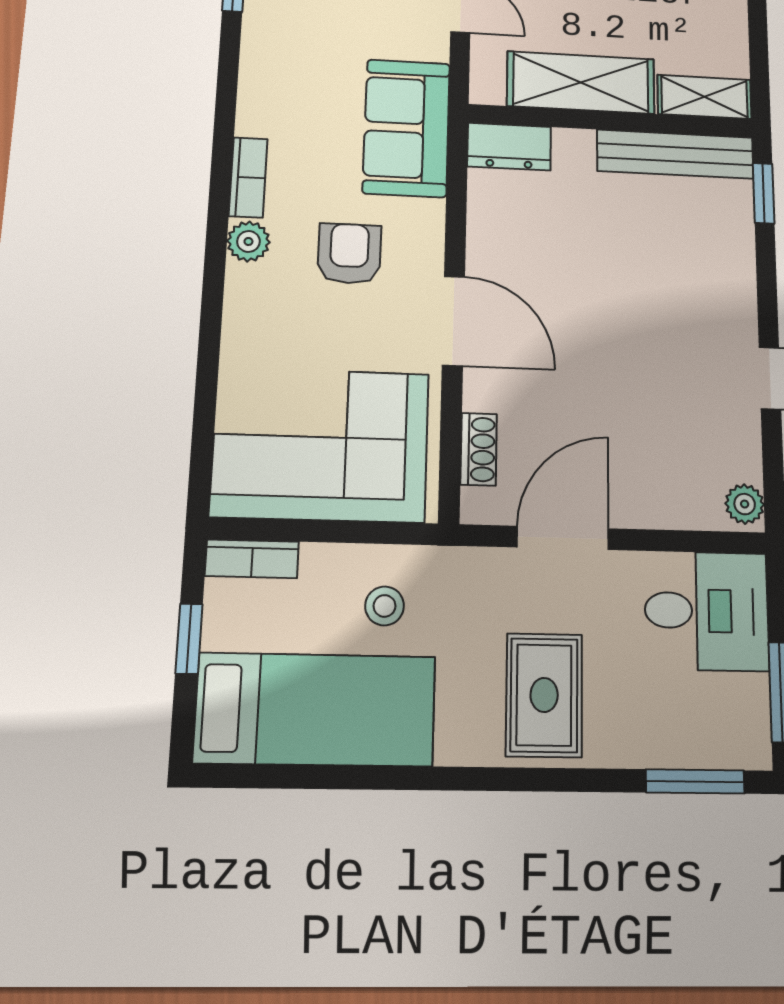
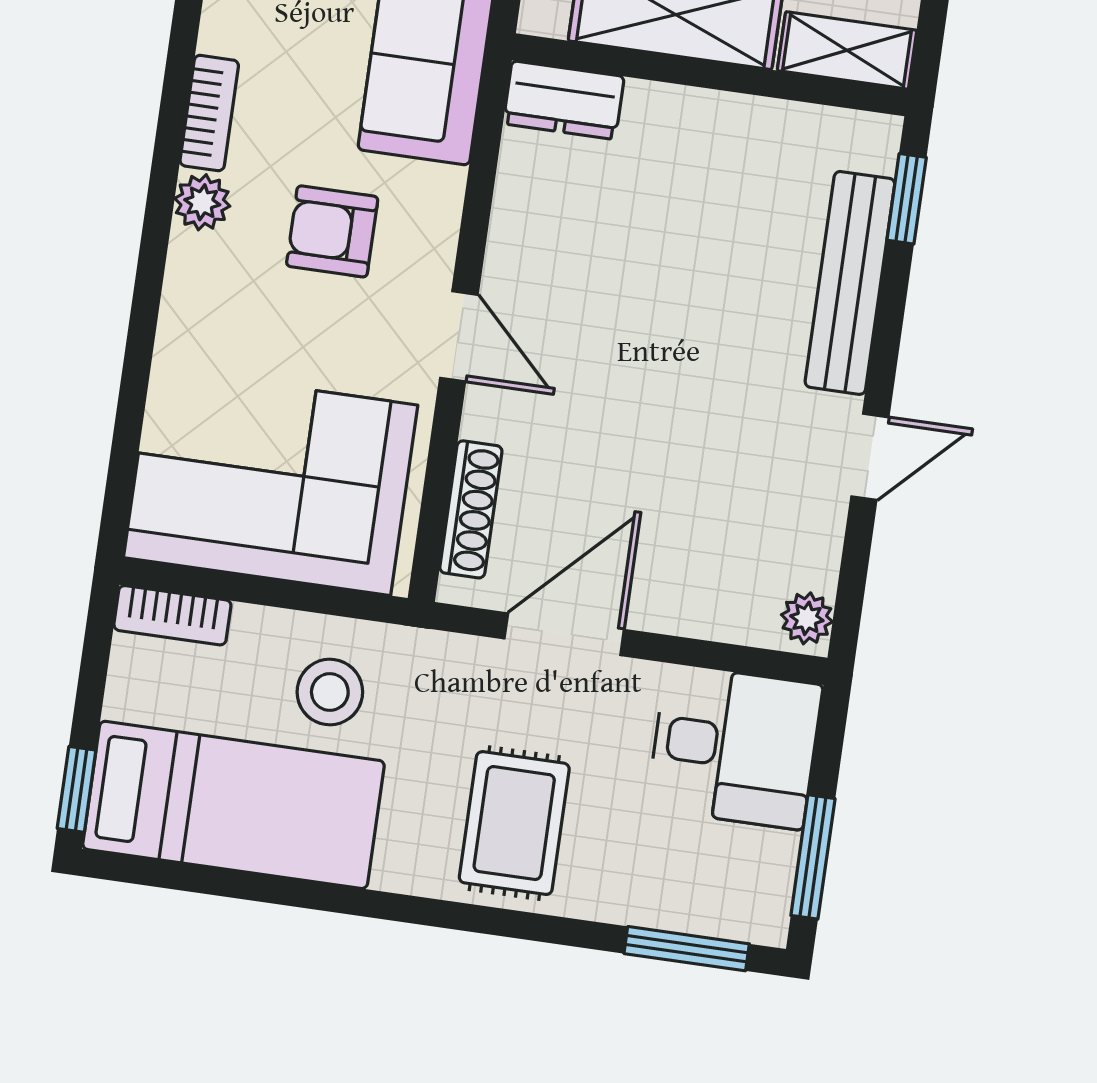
bench: (675, 154) -> (850, 283), moved, turned 90
armchair: (349, 254) -> (332, 231), turned -90
door: (453, 321) -> (459, 336), width x0.73
shoe rack: (479, 449) -> (471, 509), width x1.43
stool: (385, 606) -> (330, 692), width x1.37, depth x1.37
window: (189, 639) -> (77, 789), moved

